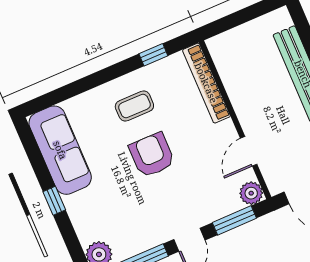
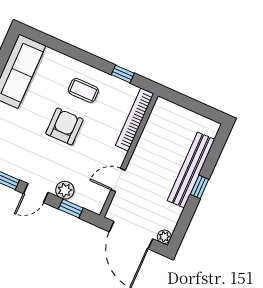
plant: (251, 193) -> (65, 190), moved
window: (234, 220) -> (71, 209), width x0.67

